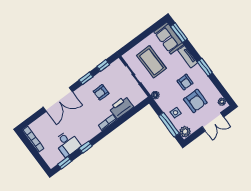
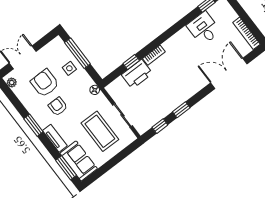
armchair: (101, 92) -> (162, 93), removed
double door: (58, 99) -> (229, 73), moved
plant: (185, 132) -> (57, 45), removed
window: (86, 147) -> (131, 62), moved

